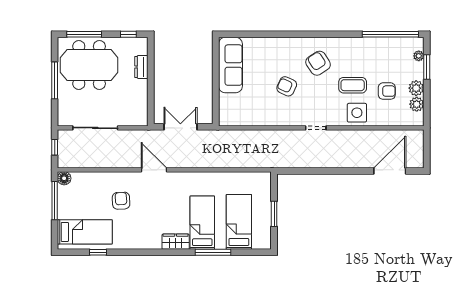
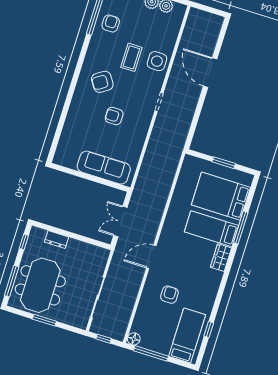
sofa: (230, 65) -> (104, 168), moved
window: (55, 80) -> (44, 320), width x0.69
armchair: (287, 86) -> (114, 116), turned 65
armchair: (387, 91) -> (111, 24), moved
door: (390, 171) -> (210, 73), moved
armchair: (121, 201) -> (169, 295), turned 93
bed: (239, 222) -> (221, 196), width x1.50

